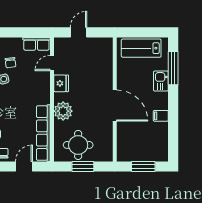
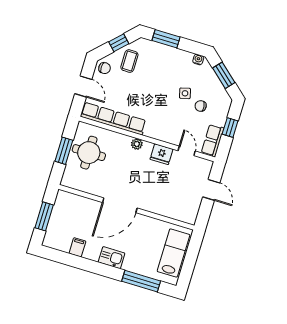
window: (21, 32) -> (230, 127), added
kitchen sink: (161, 81) -> (112, 258), moved
plant: (63, 111) -> (137, 144), width x0.53, depth x0.53
filing cabinet: (161, 116) -> (77, 247), moved

